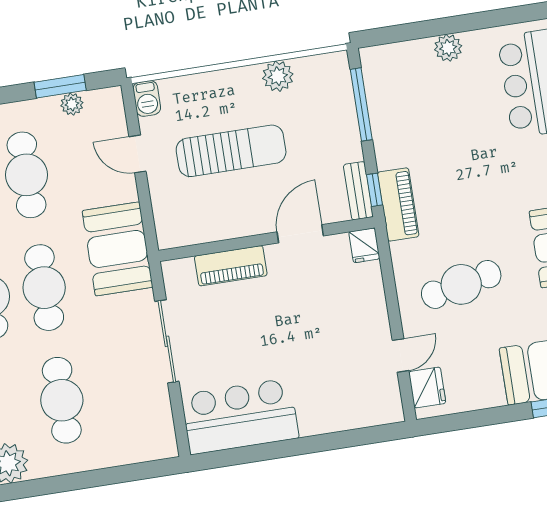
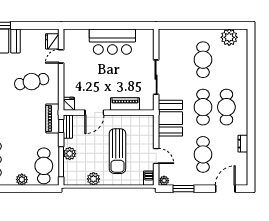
cafe table: (401, 88) -> (44, 166), added
plant: (72, 104) -> (164, 181), moved
plant: (344, 127) -> (70, 154), added
sun lounger: (231, 151) -> (117, 151), turned -90
bar counter: (240, 416) -> (112, 42), moved

